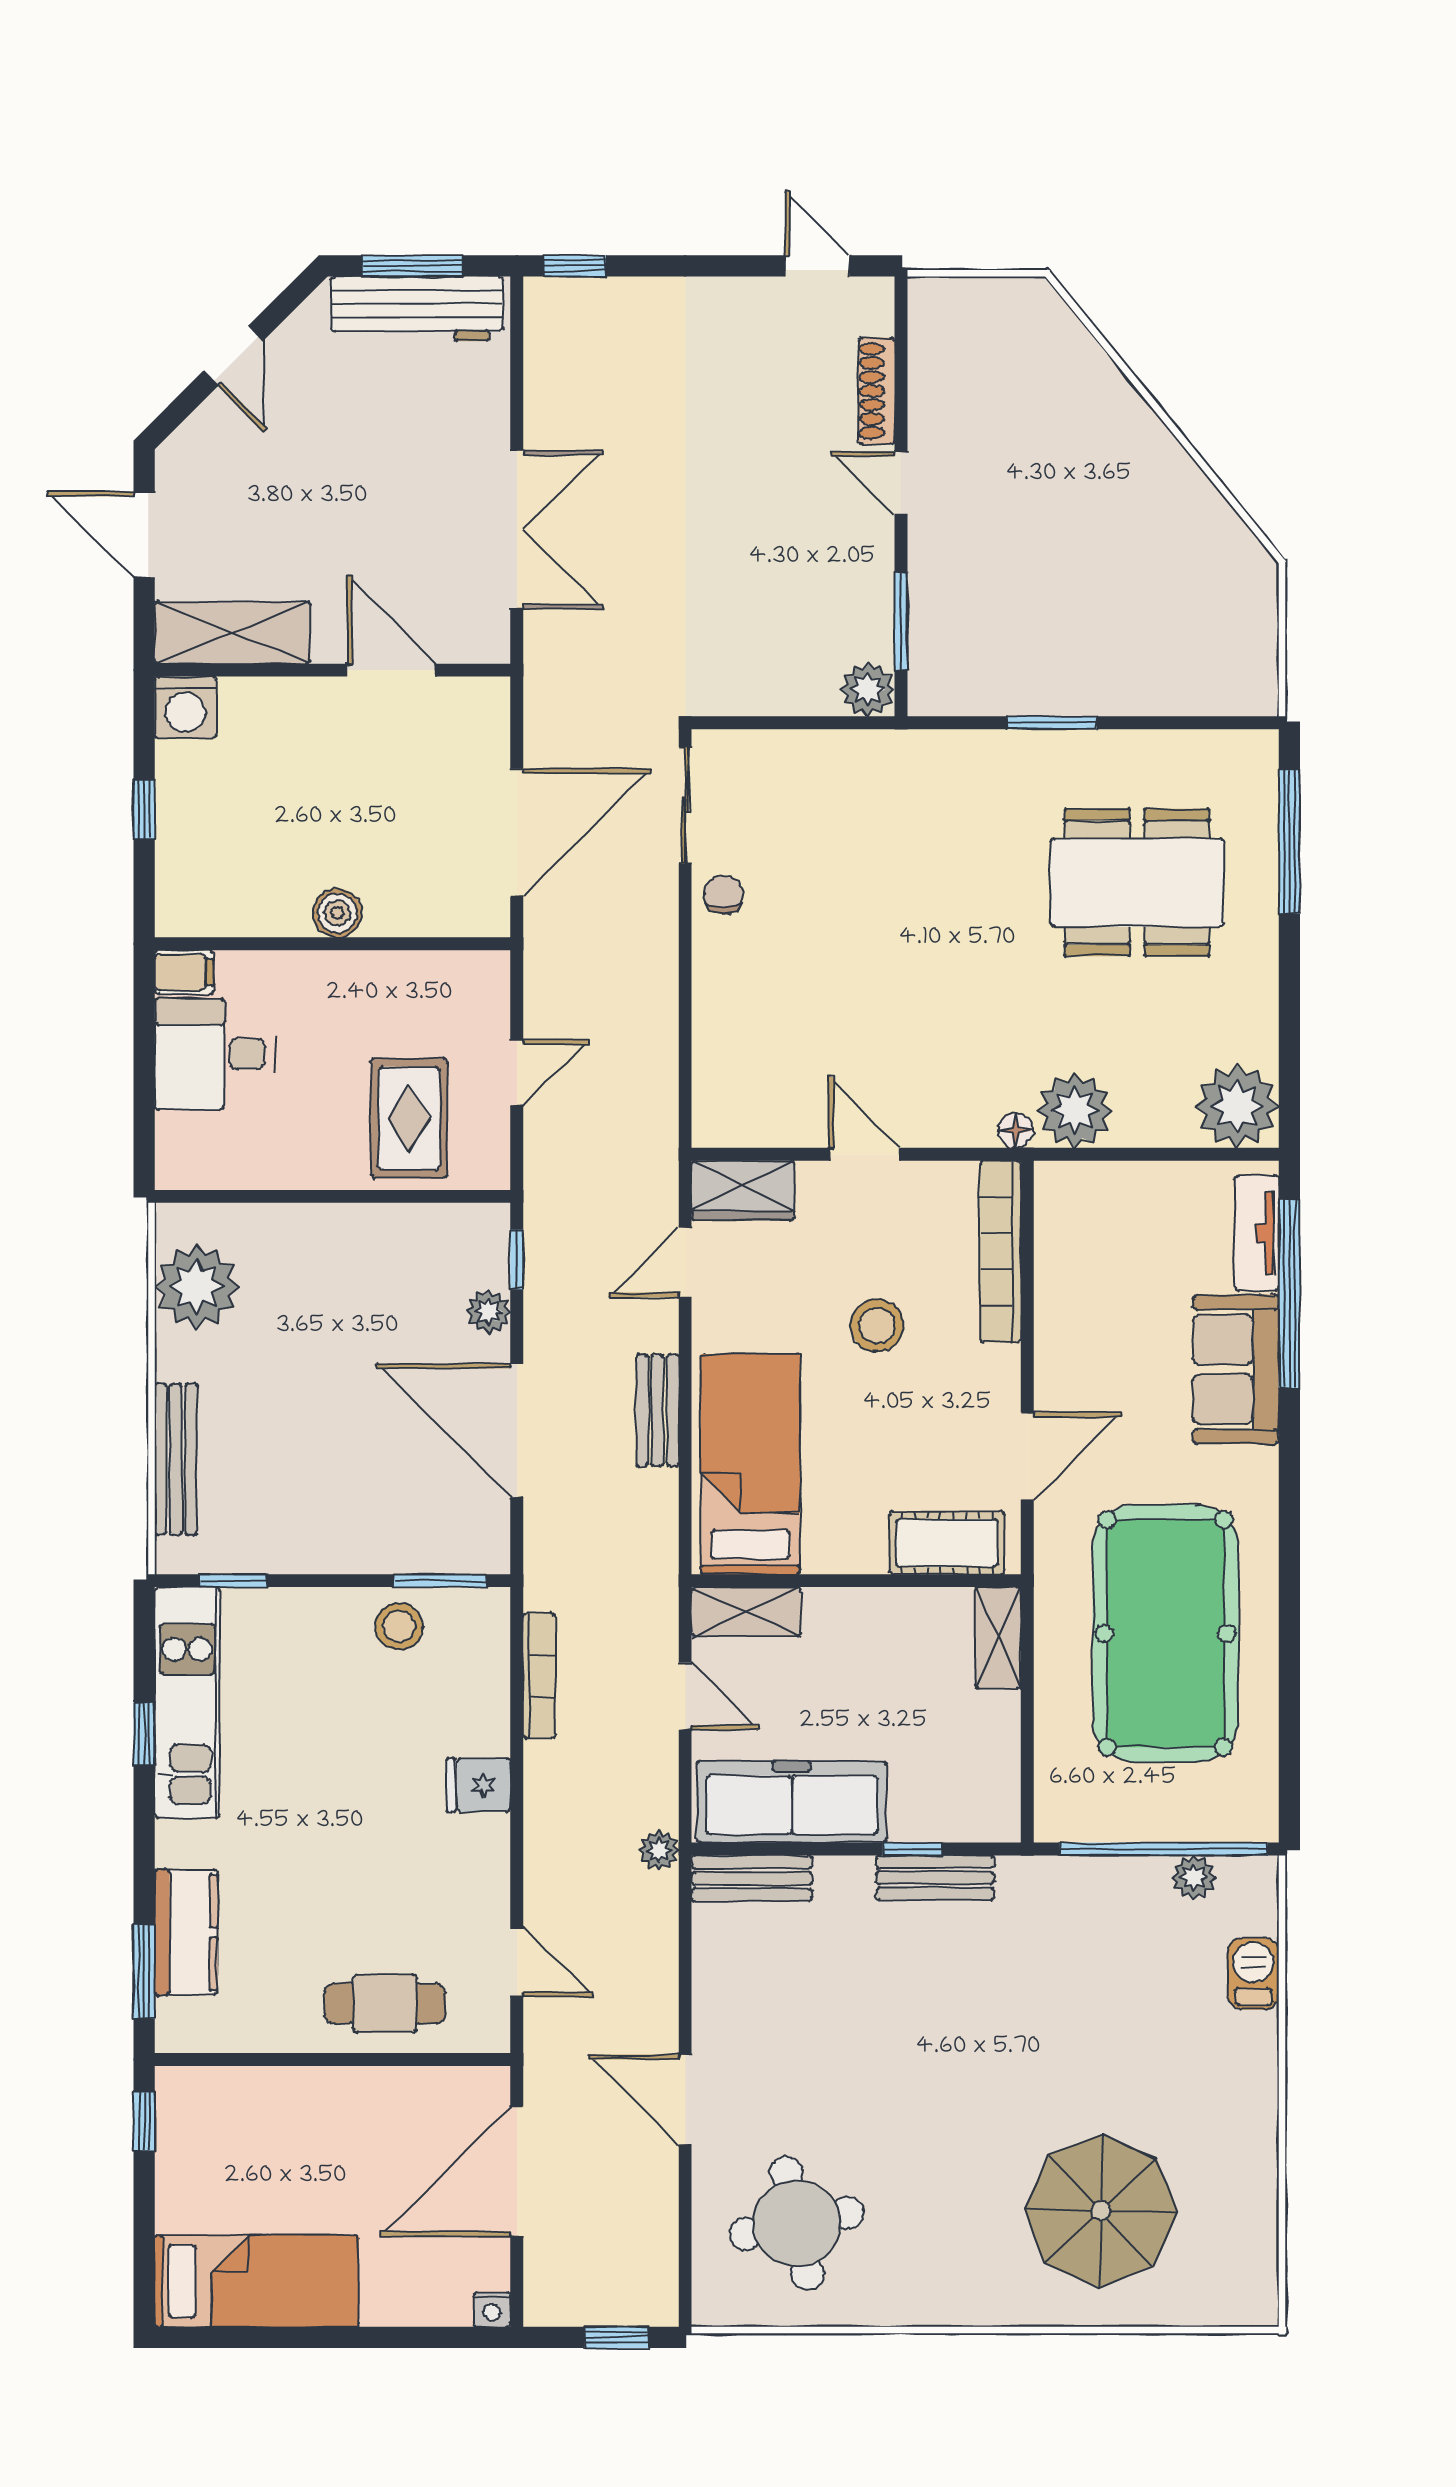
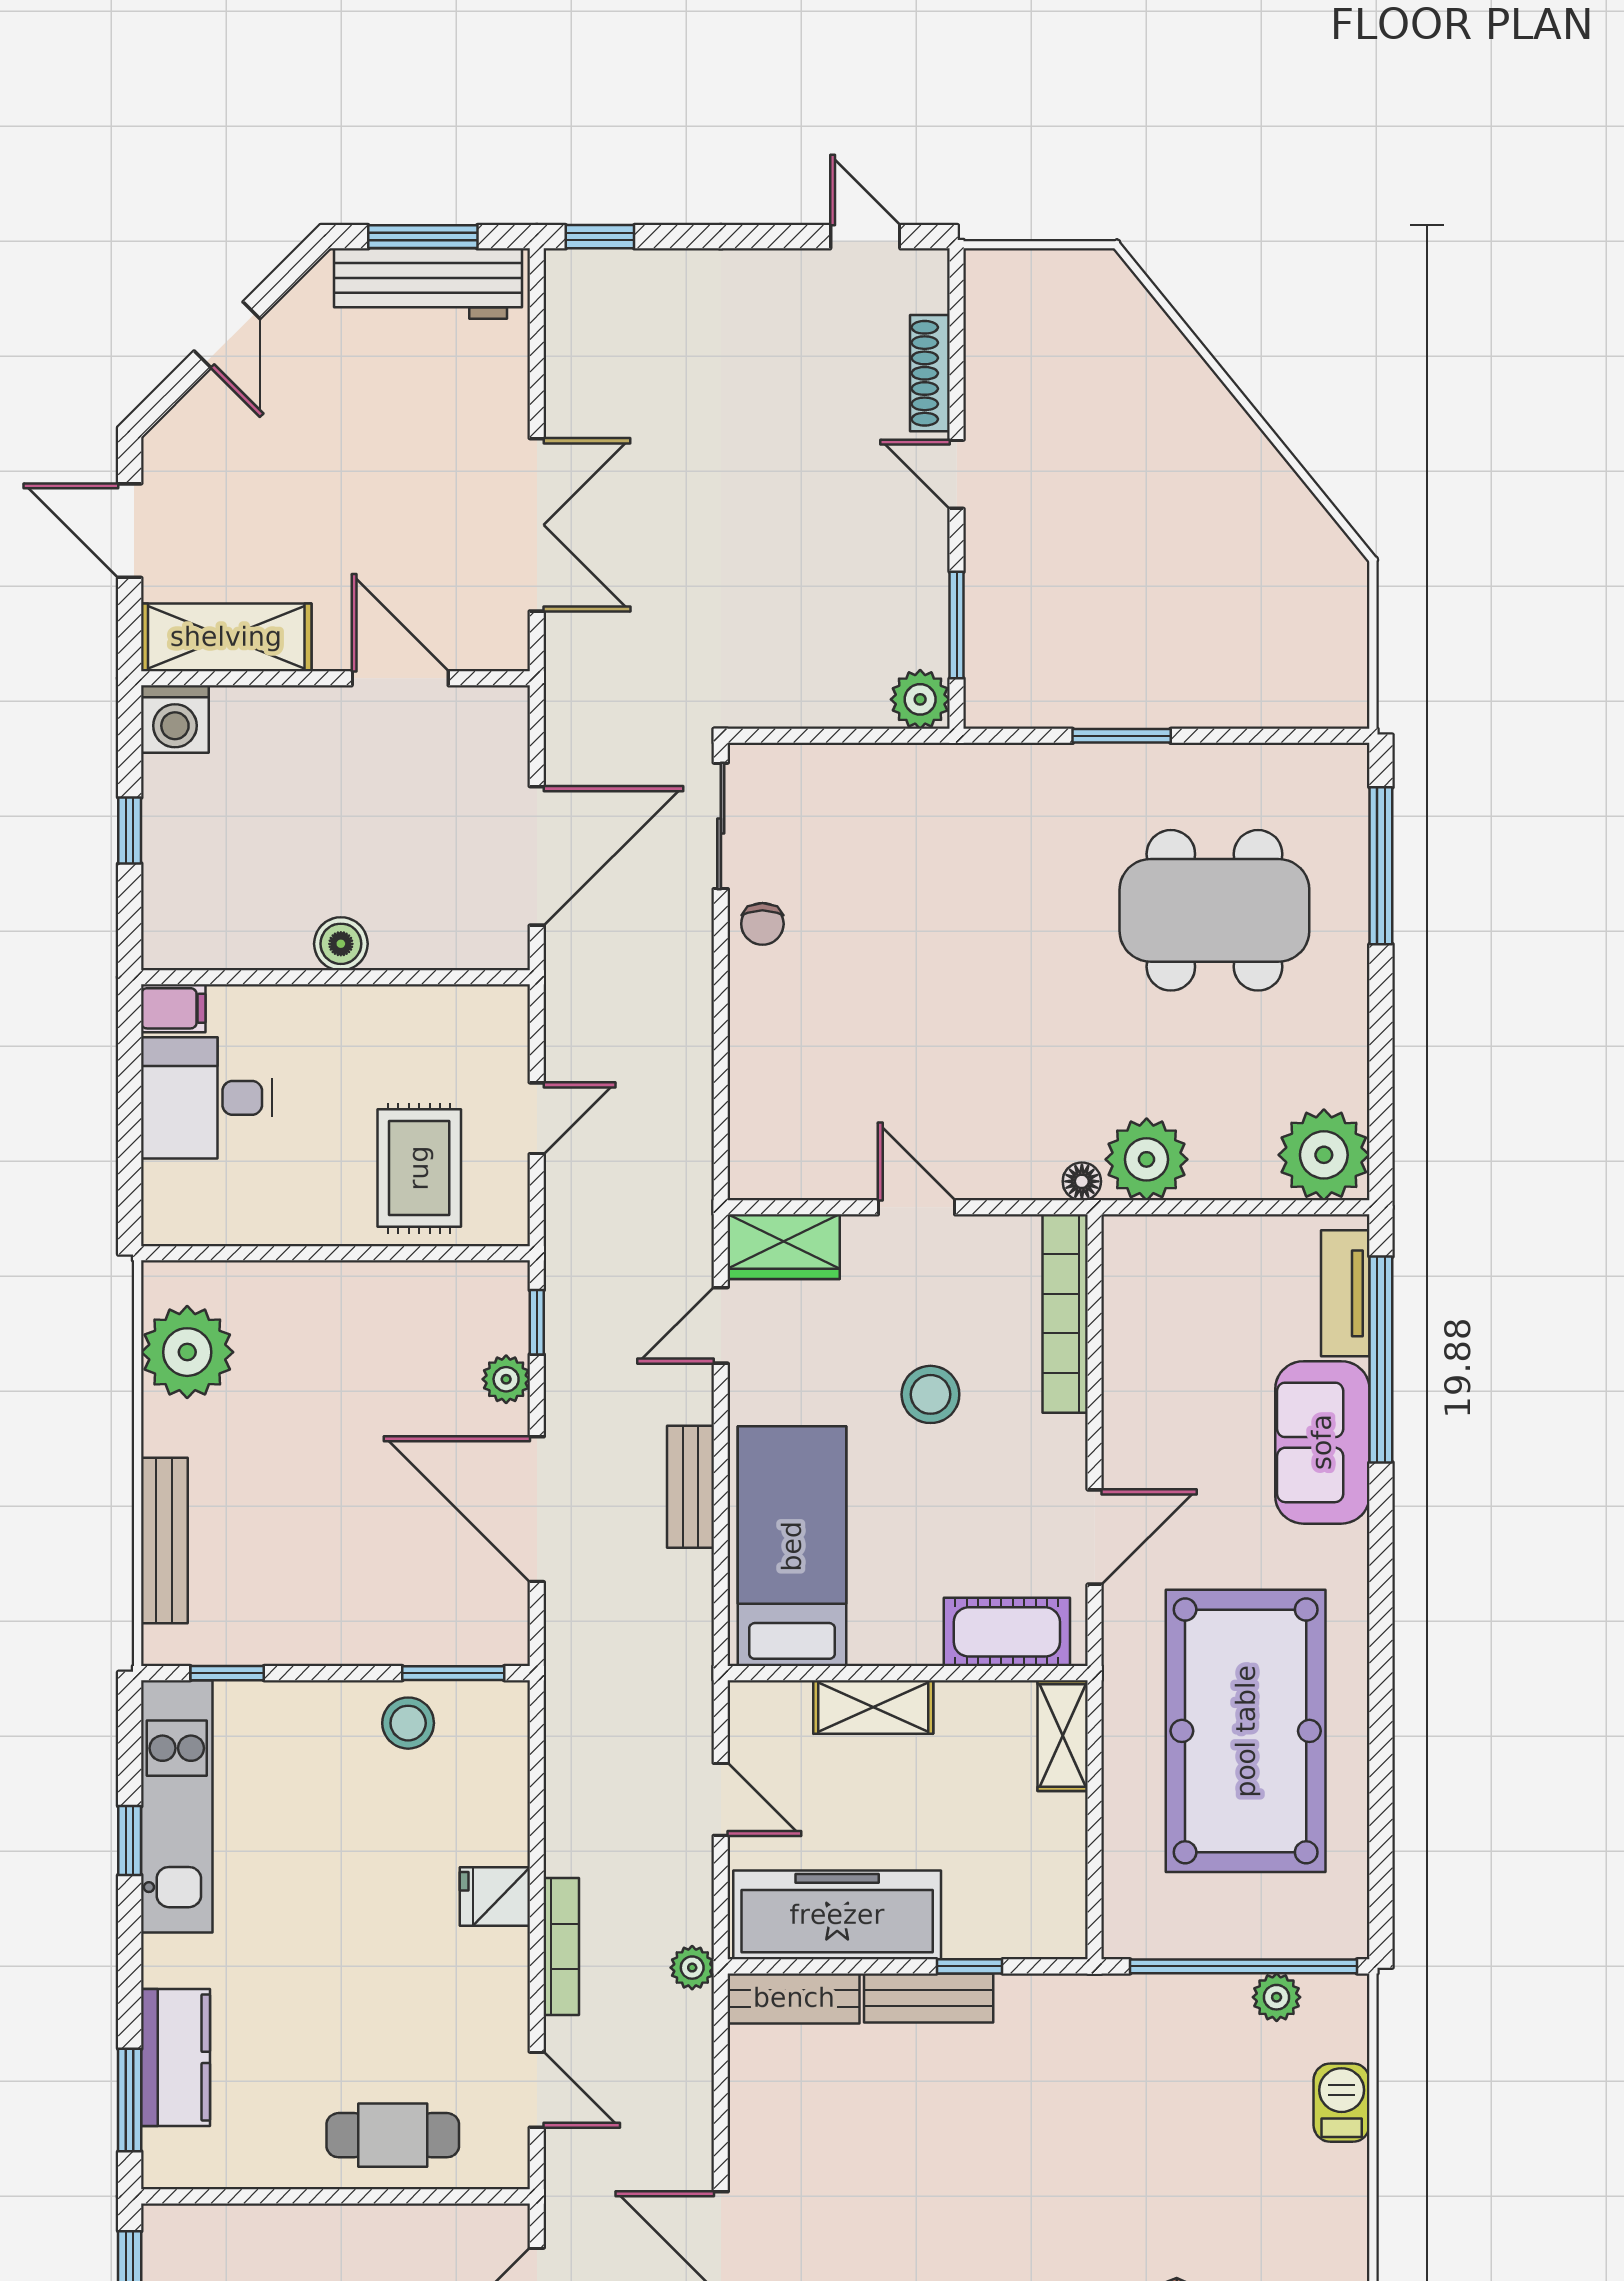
chair: (723, 895) -> (762, 924), turned 180
shelving: (746, 1612) -> (873, 1707), moved
bookcase: (539, 1676) -> (561, 1947), moved
bench: (935, 1878) -> (929, 1998), moved

